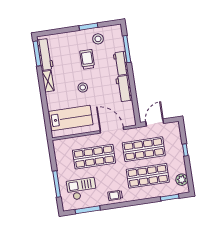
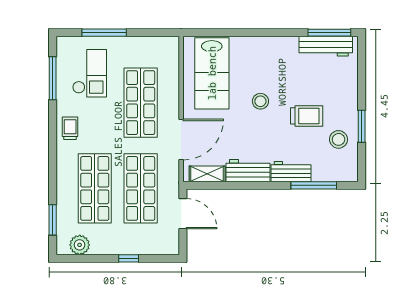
shelving: (48, 81) -> (207, 174), moved

